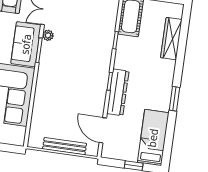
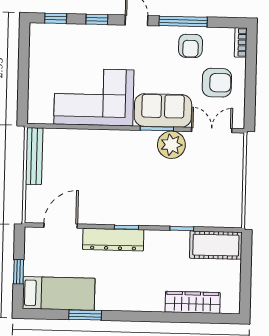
plant: (48, 35) -> (171, 145), width x1.87, depth x1.87
window: (174, 99) -> (85, 315), moved
bench: (65, 146) -> (34, 156), moved

